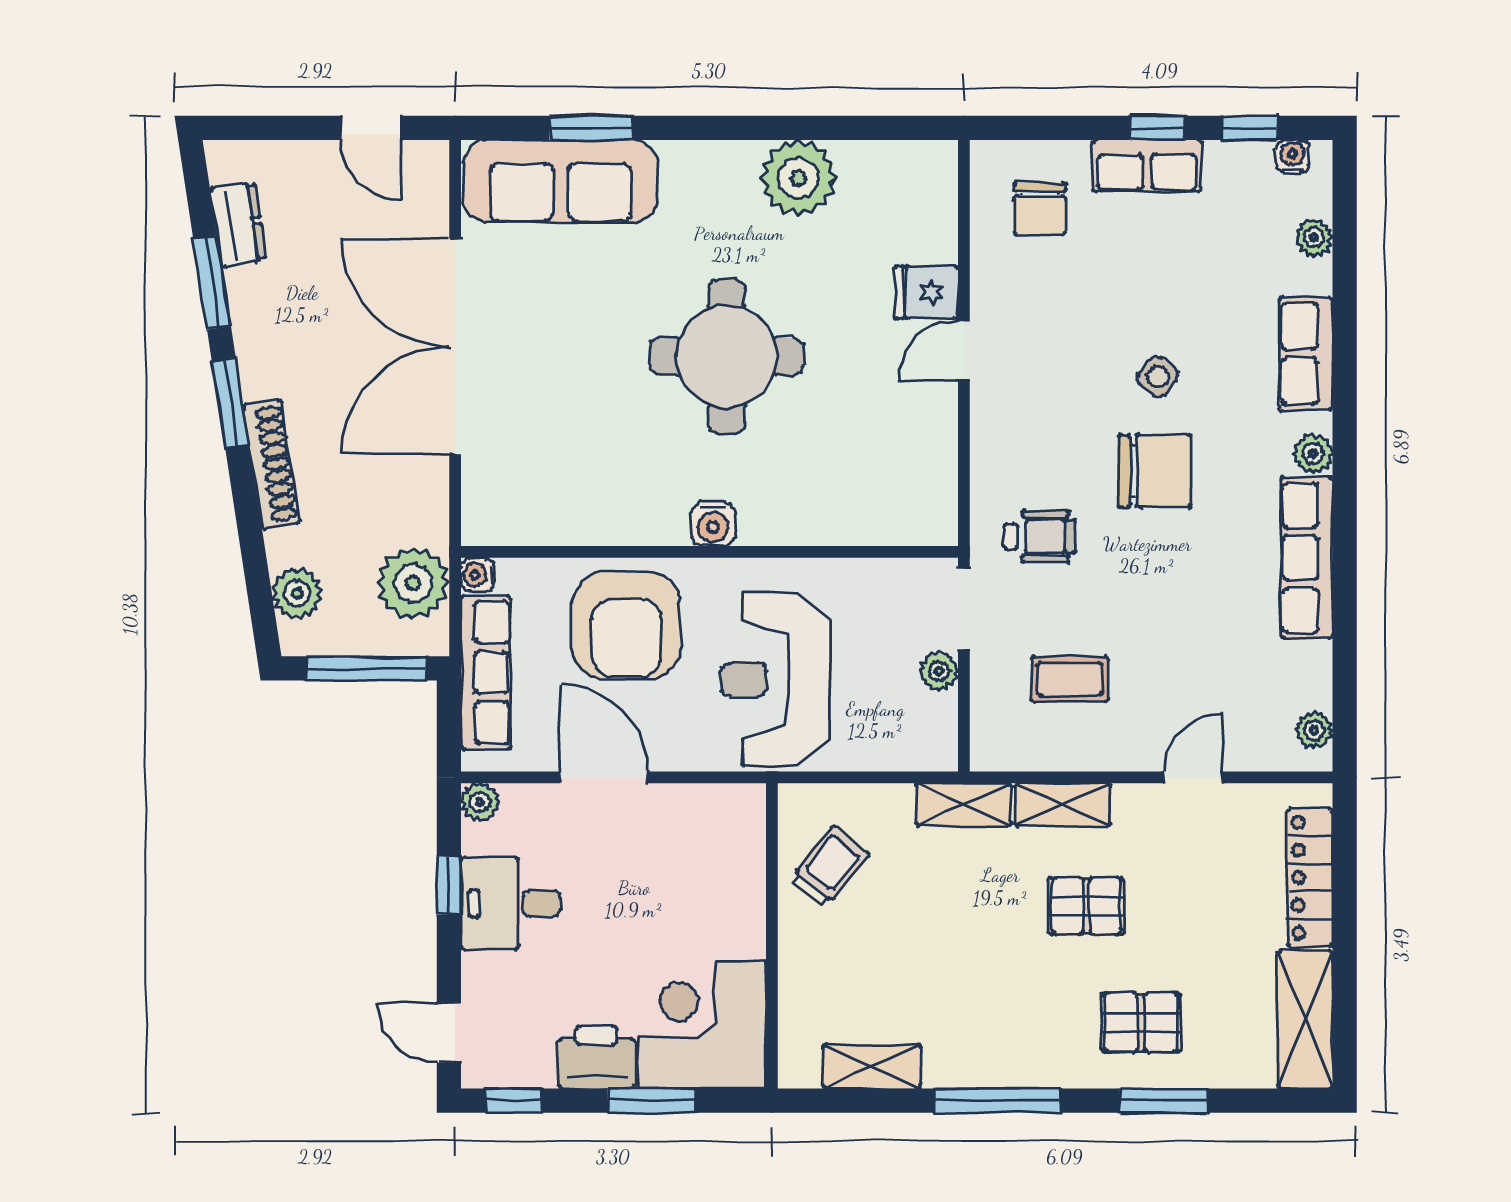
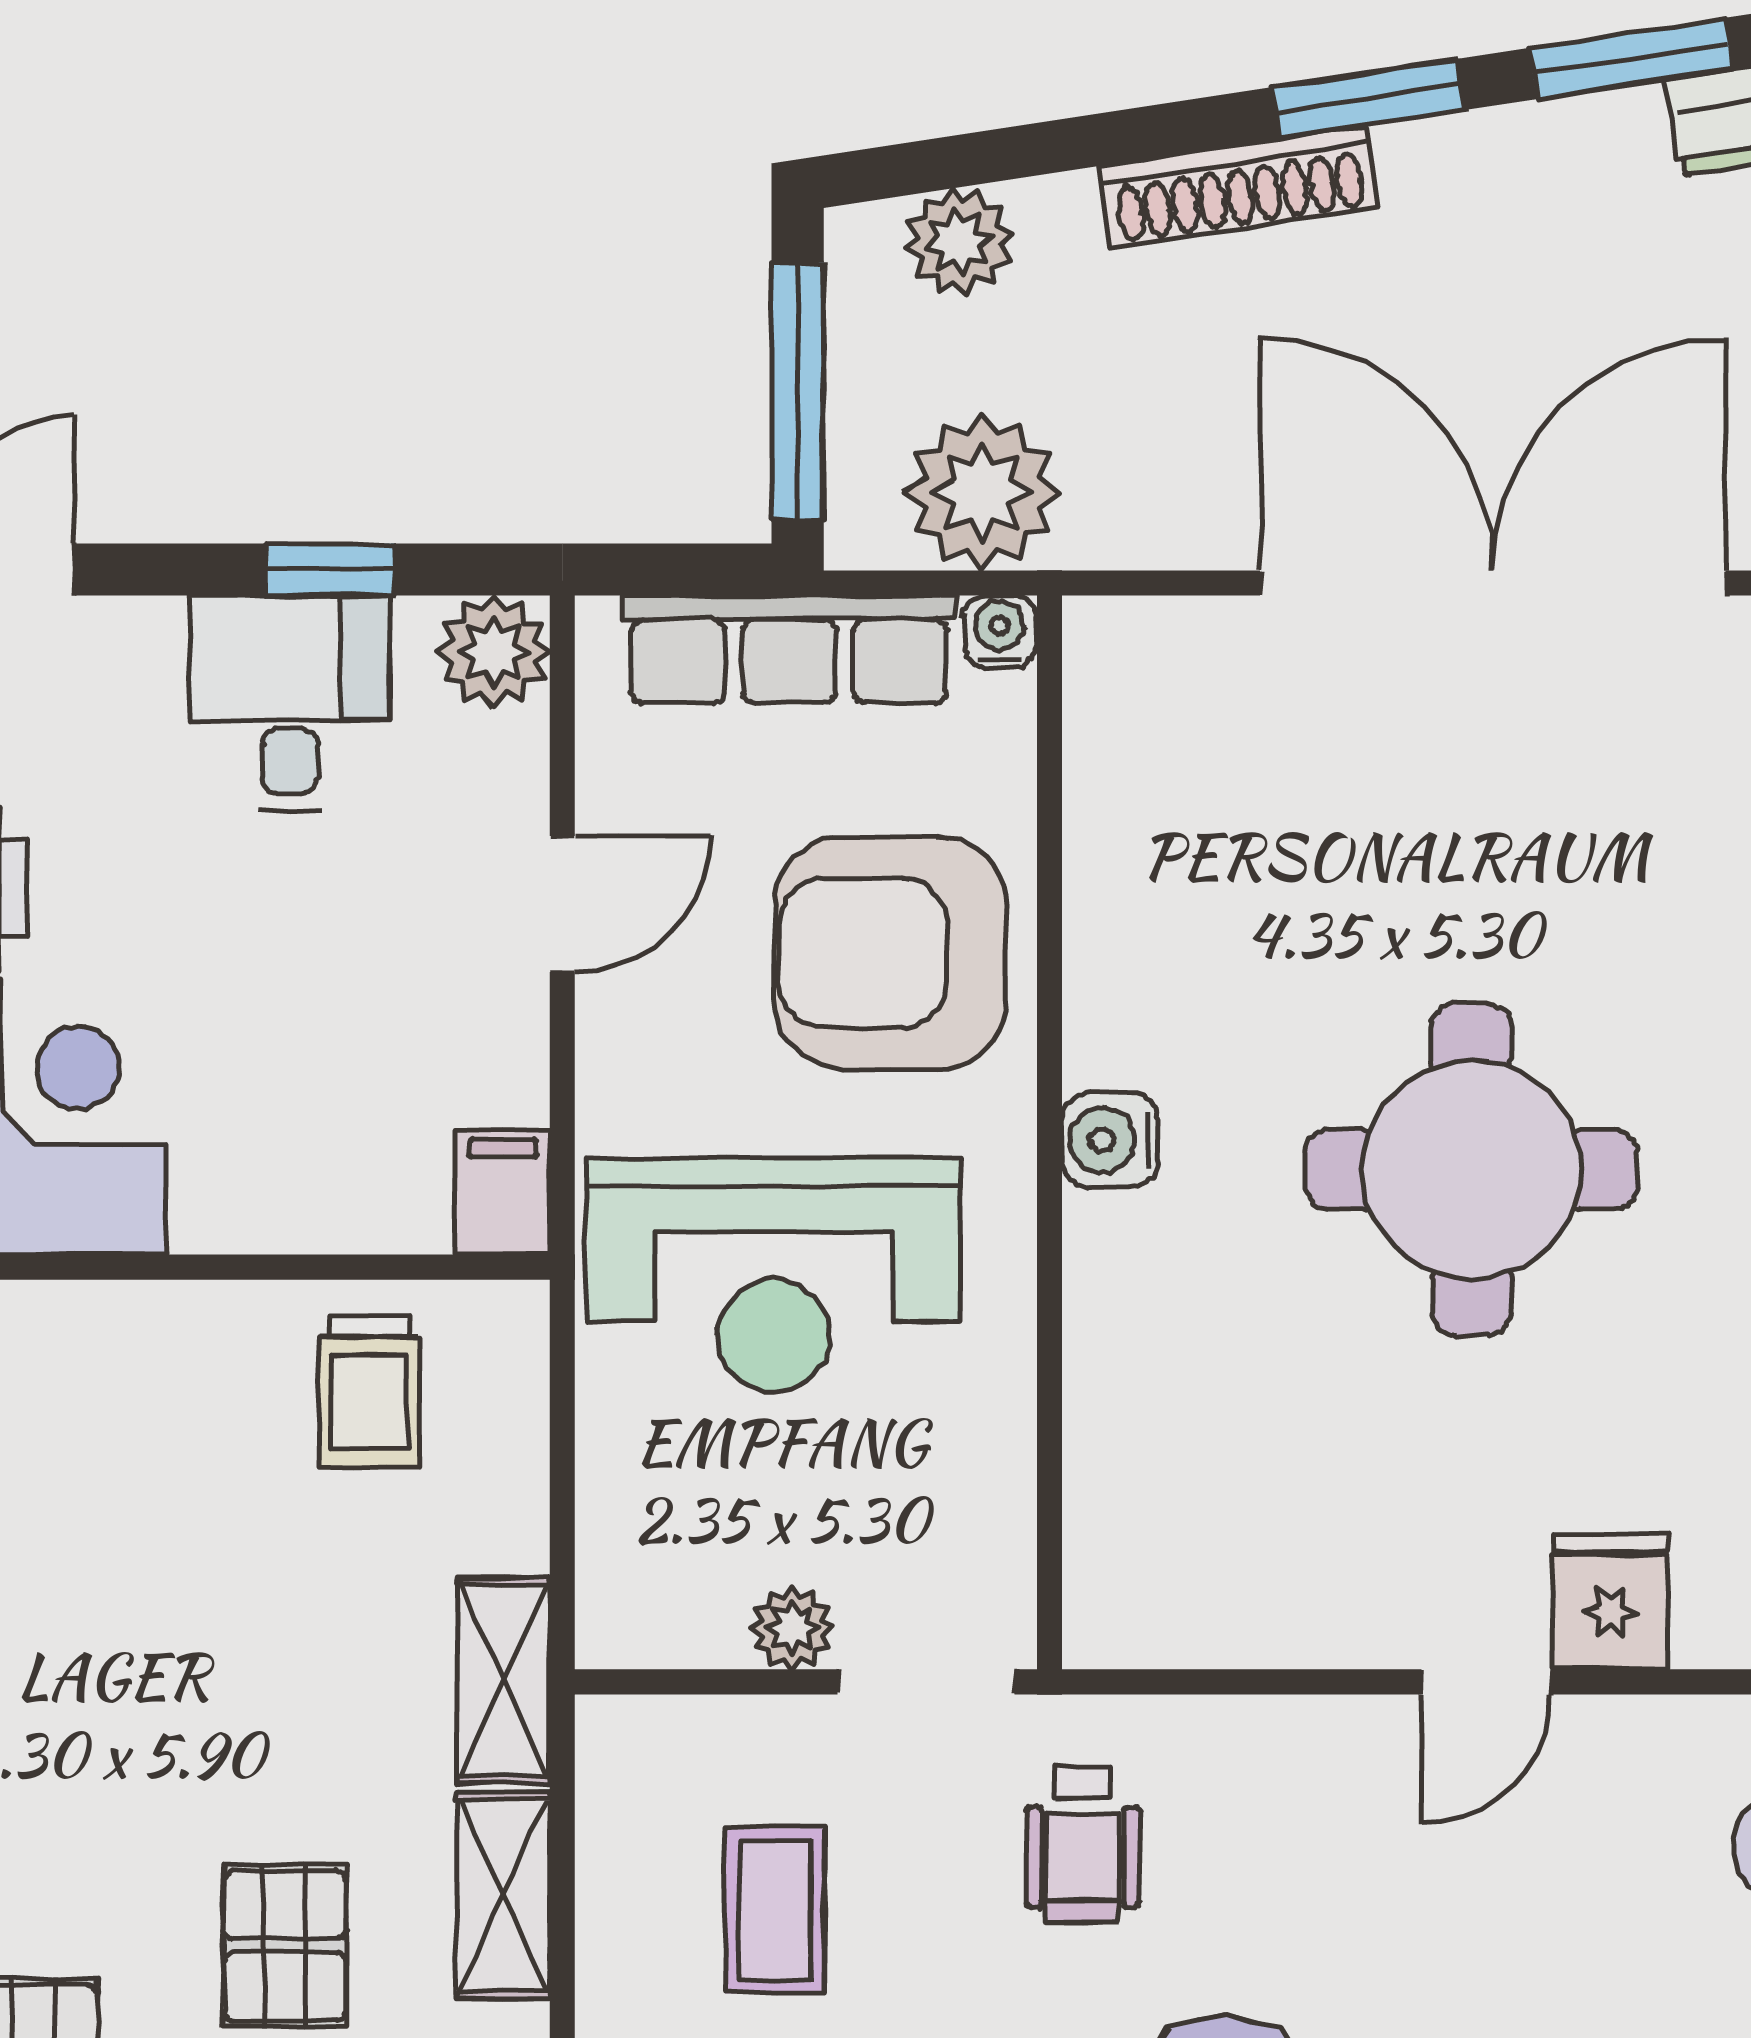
door: (964, 350) -> (1486, 1682), swing flipped
reception desk: (776, 680) -> (774, 1275), turned 180
door: (604, 777) -> (562, 904), width x0.73
plant: (480, 802) -> (494, 652), width x1.38, depth x1.38
filing cabinet: (737, 805) -> (503, 1192), added
trolley: (829, 867) -> (370, 1391), turned 51

